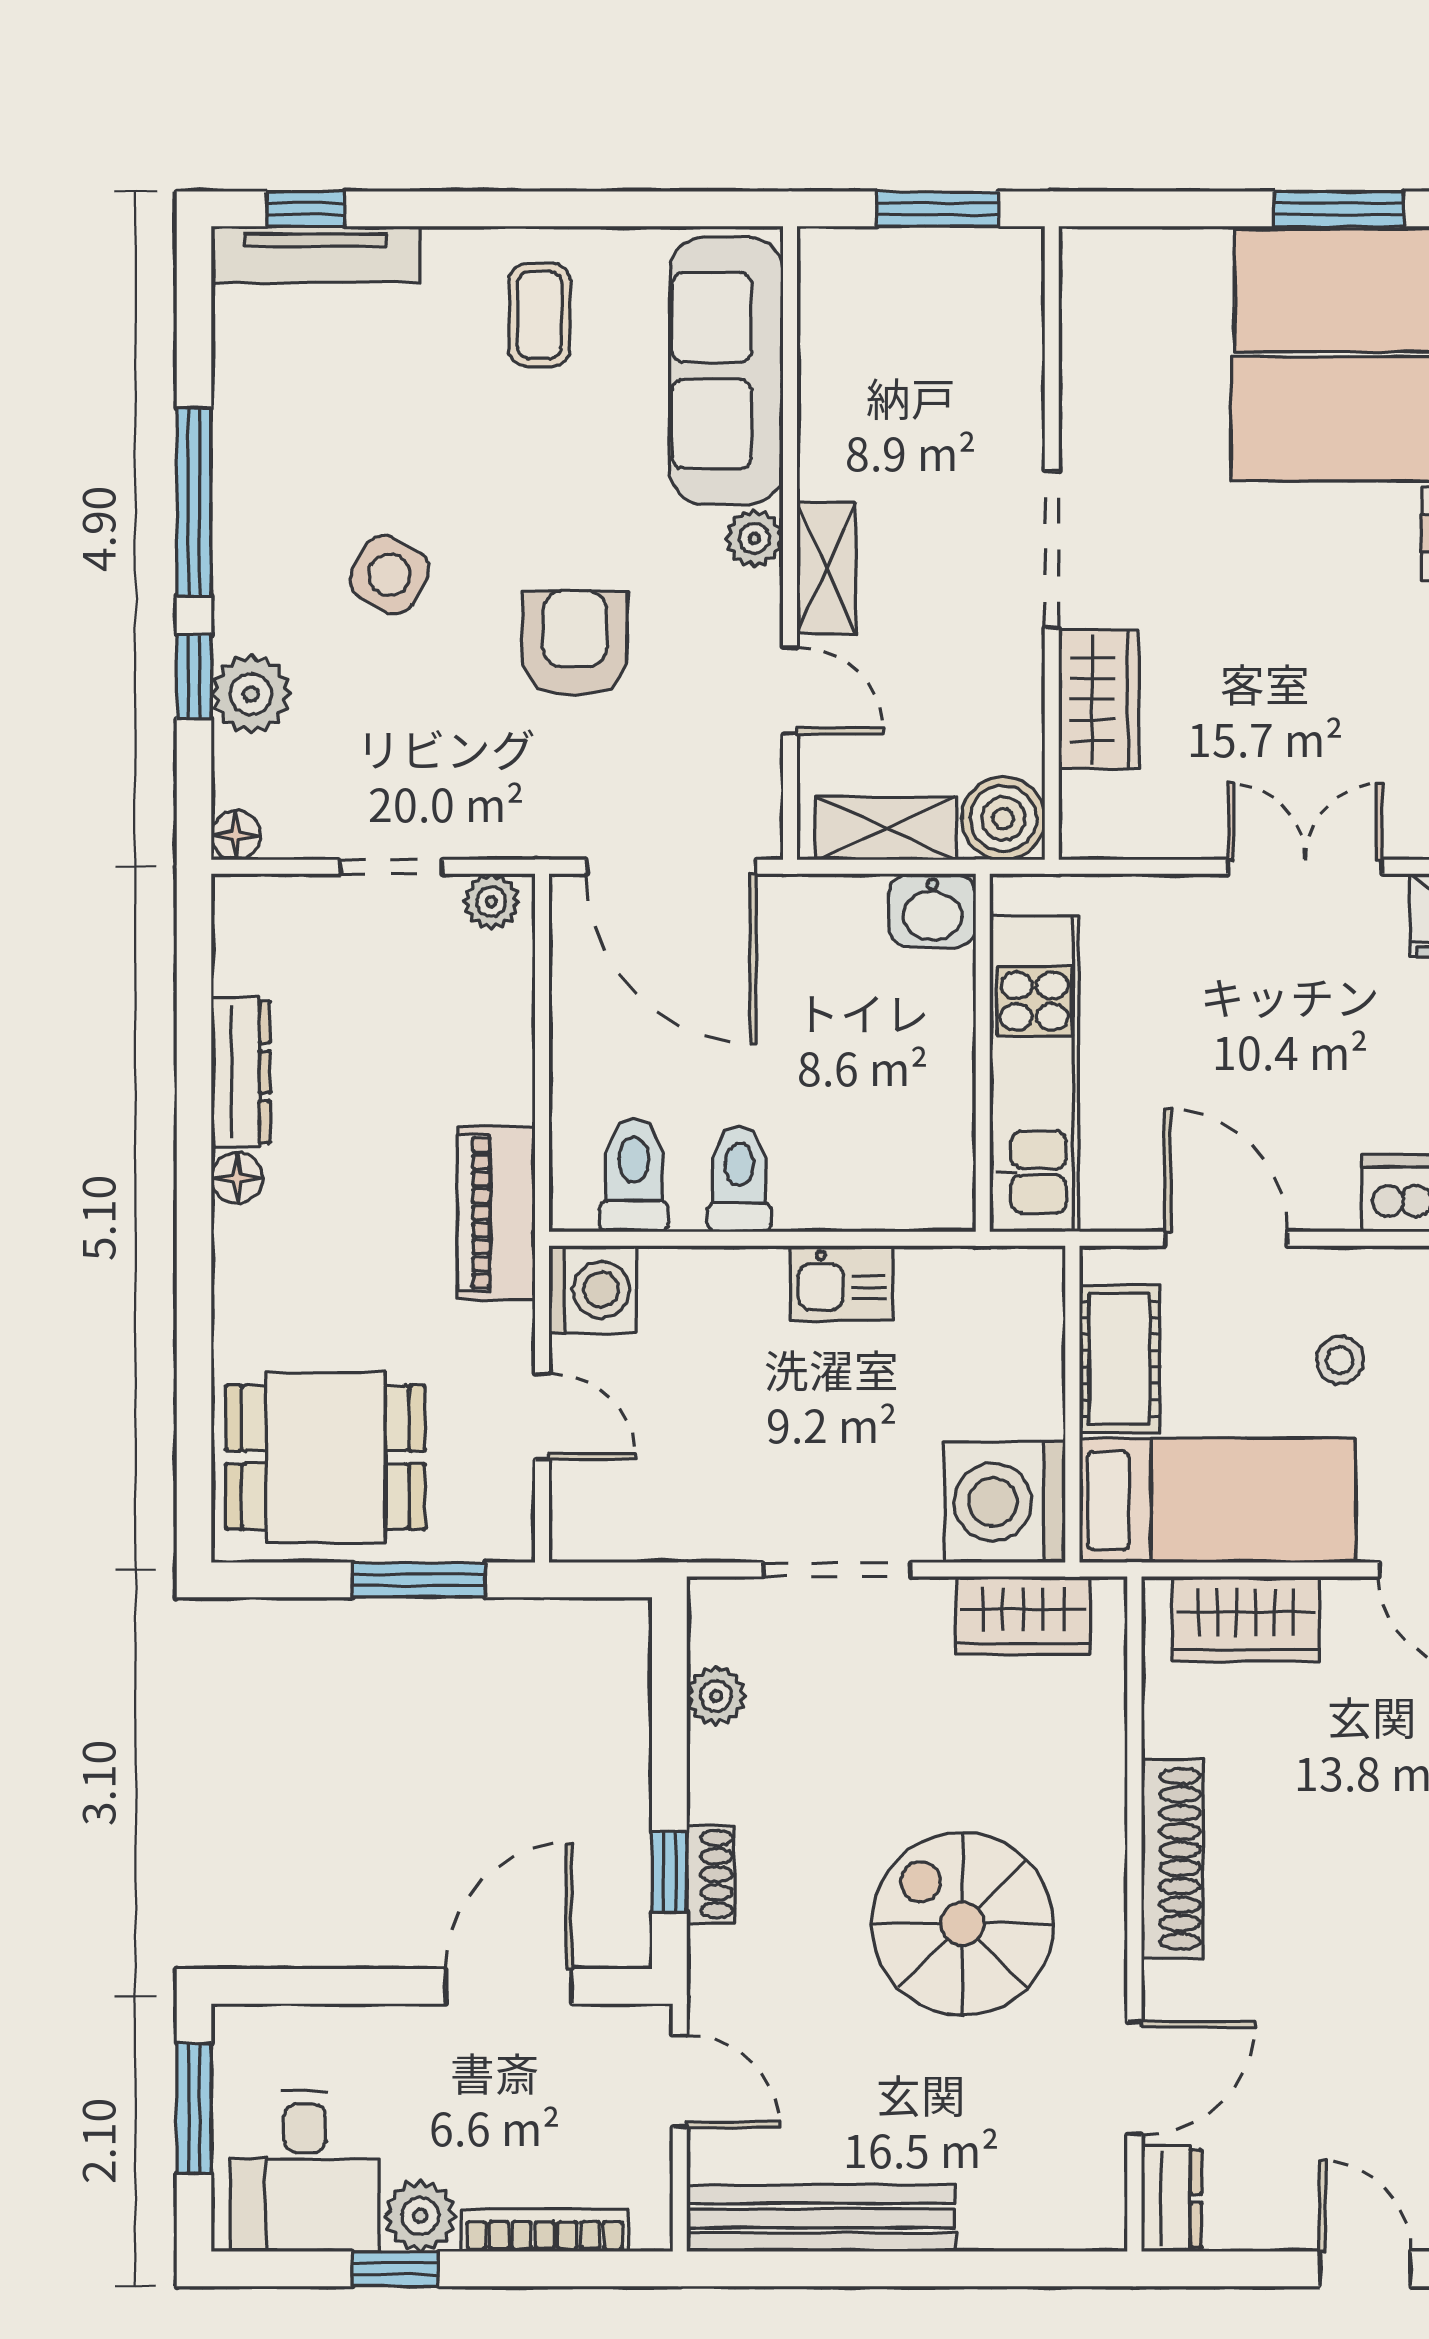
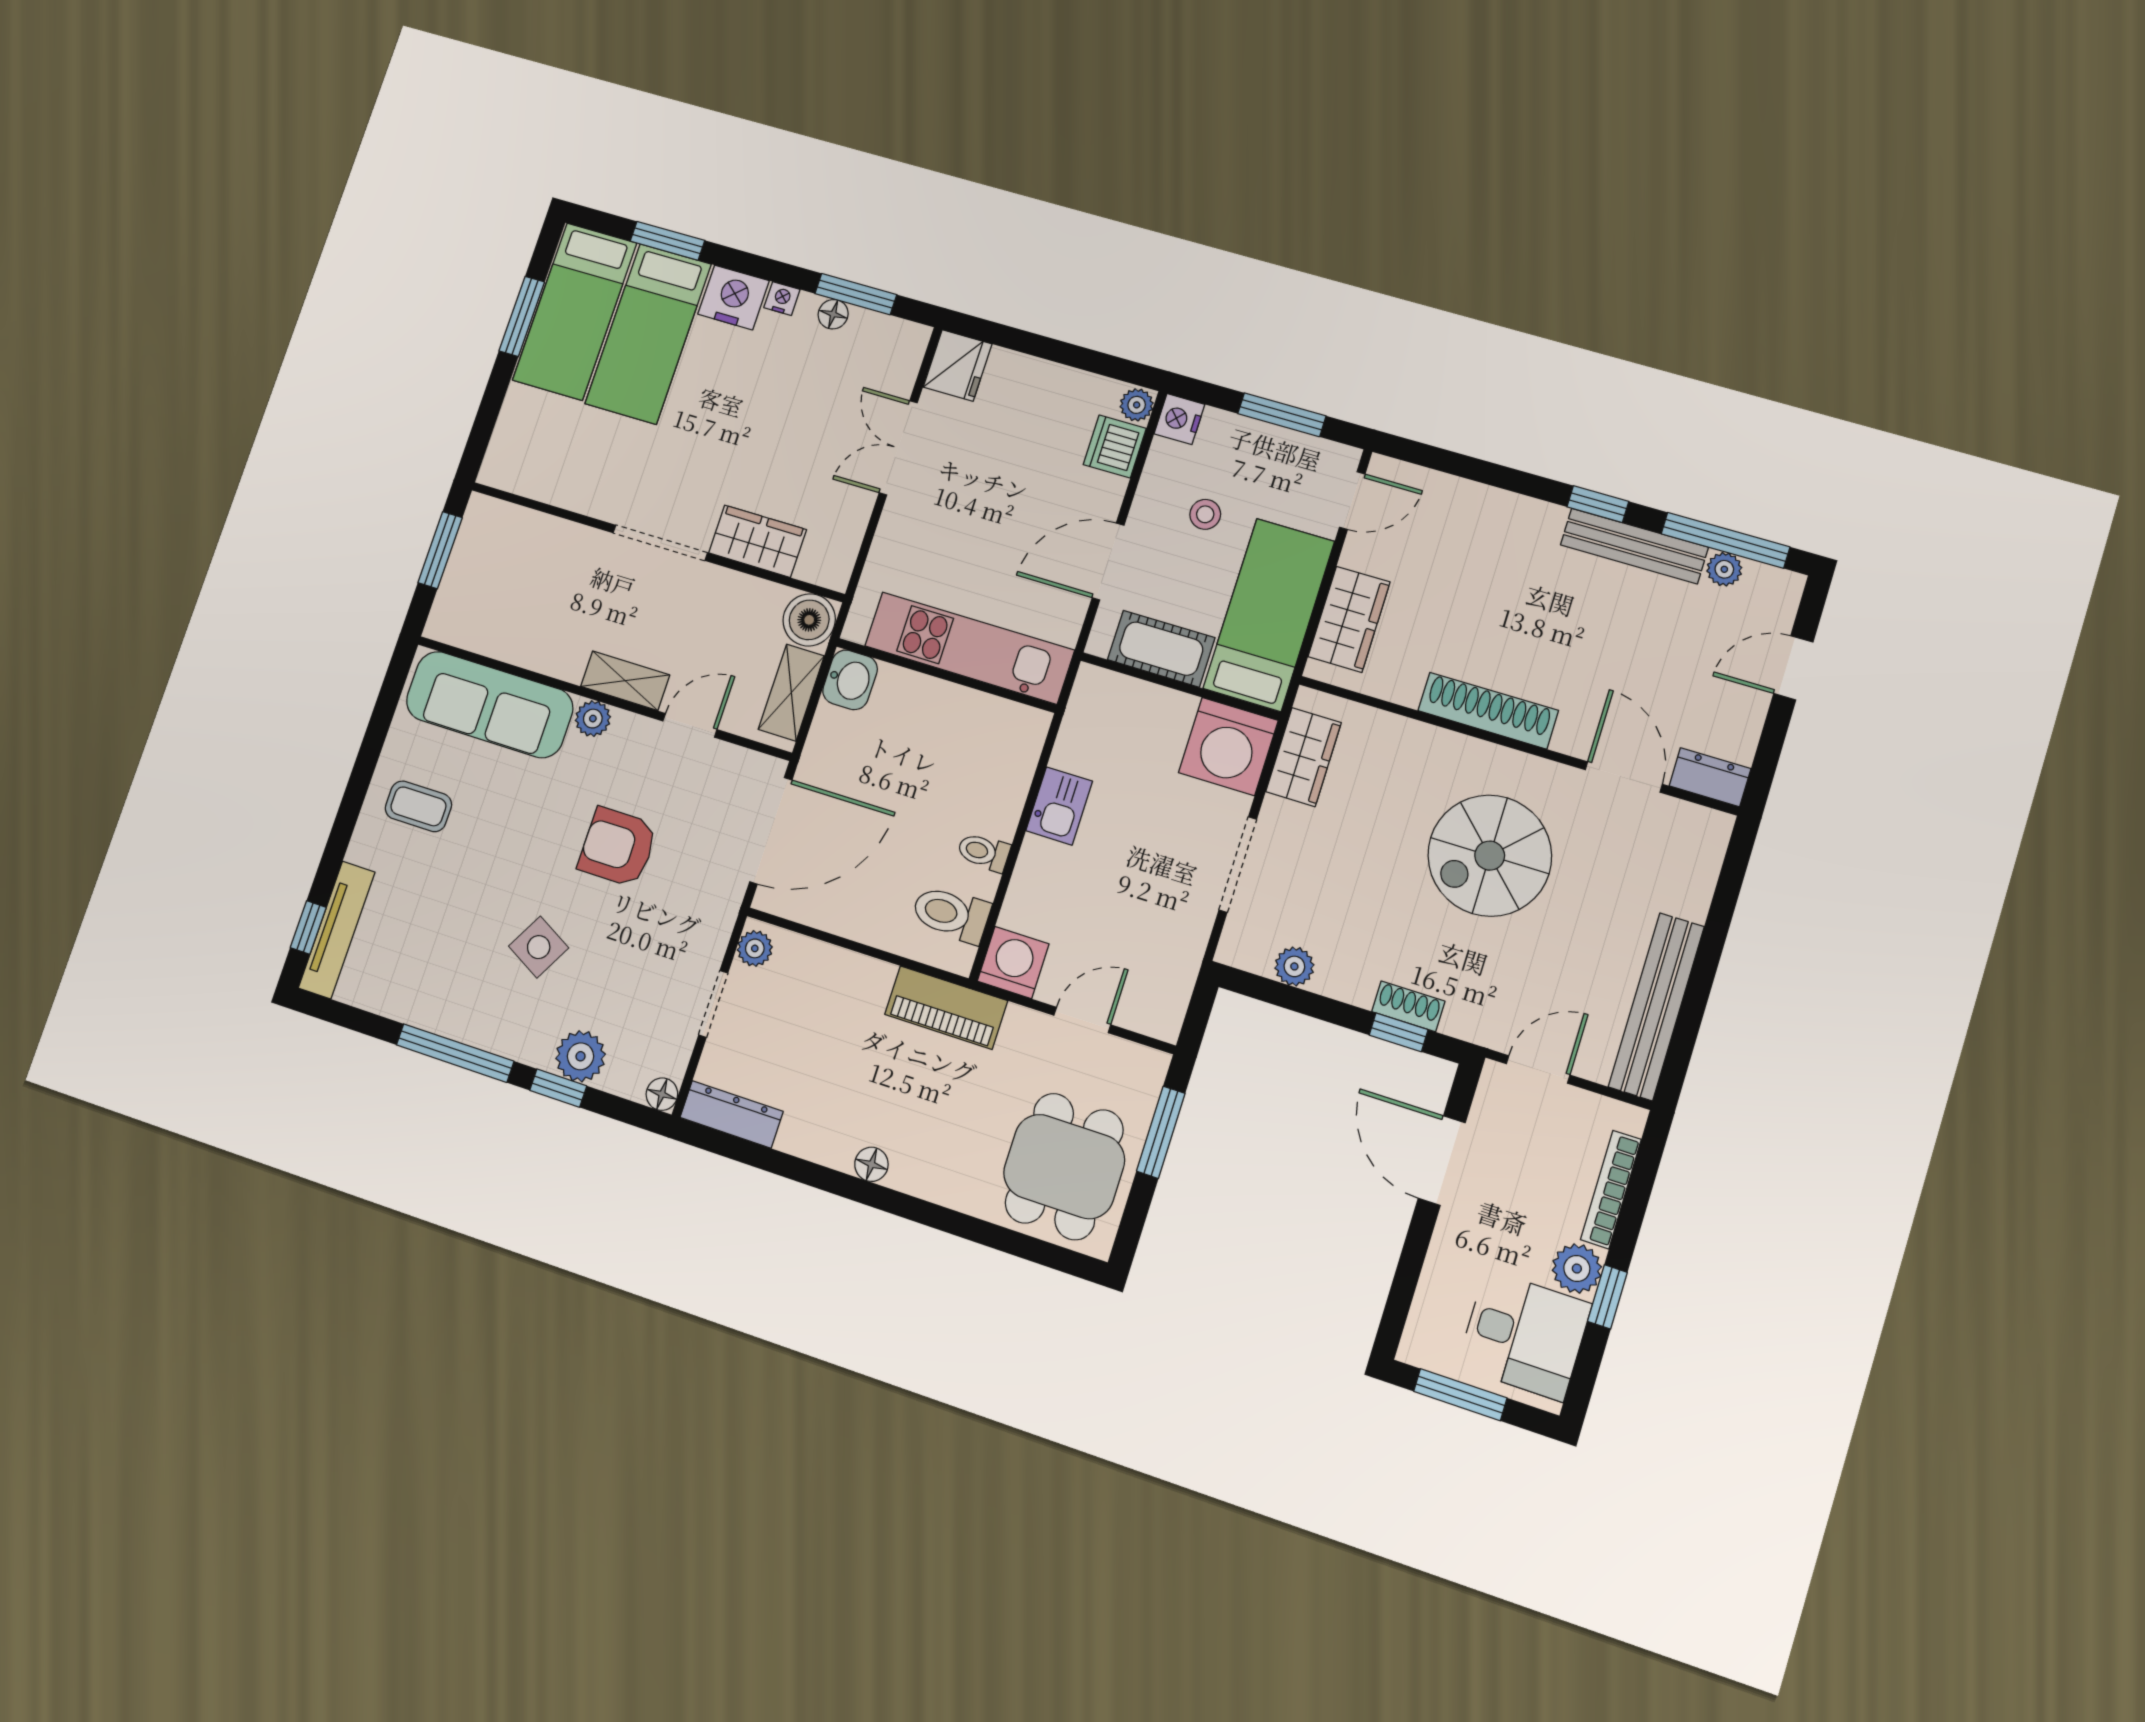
dresser: (241, 1072) -> (732, 1114), moved
toilet: (739, 1179) -> (984, 852), width x0.73, depth x0.72

